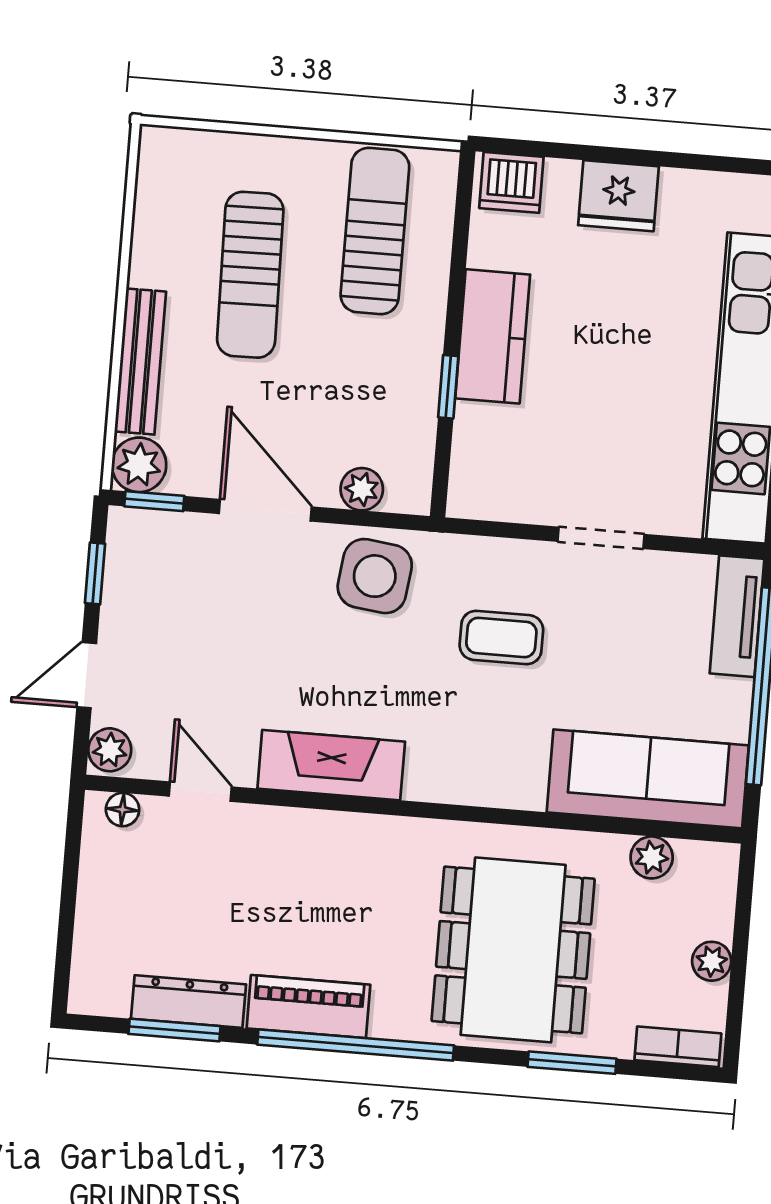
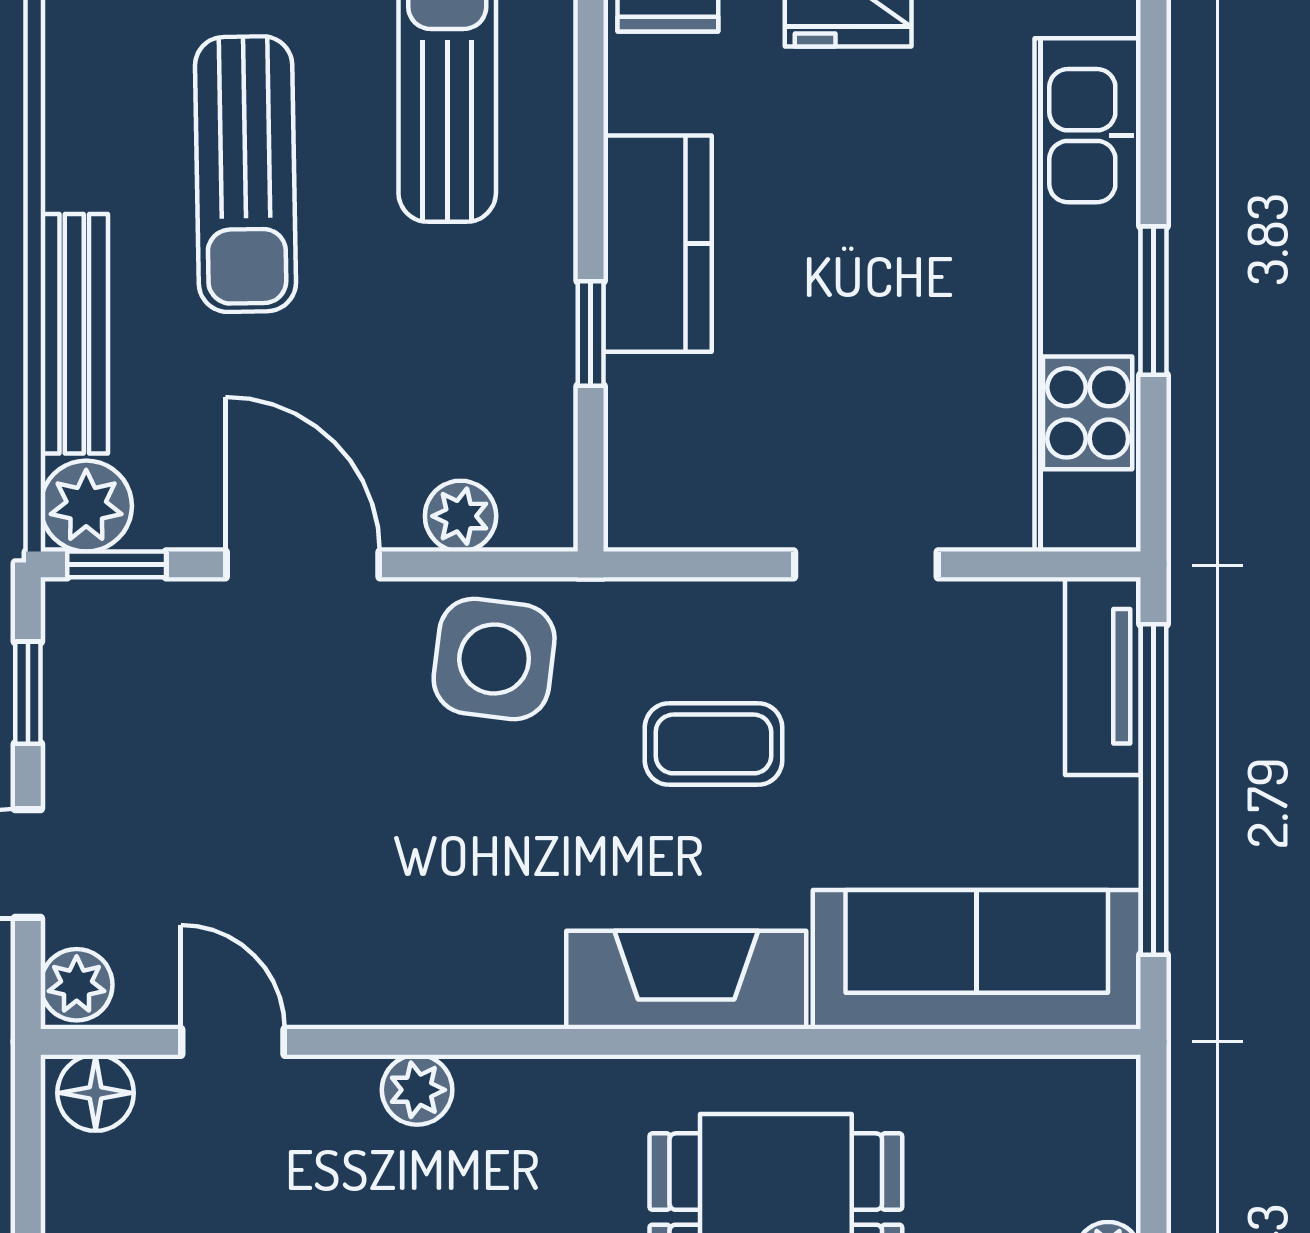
fireplace: (331, 765) -> (686, 980), moved
floor lamp: (122, 810) -> (96, 1093), width x1.37, depth x1.37
plant: (652, 857) -> (417, 1090), moved

